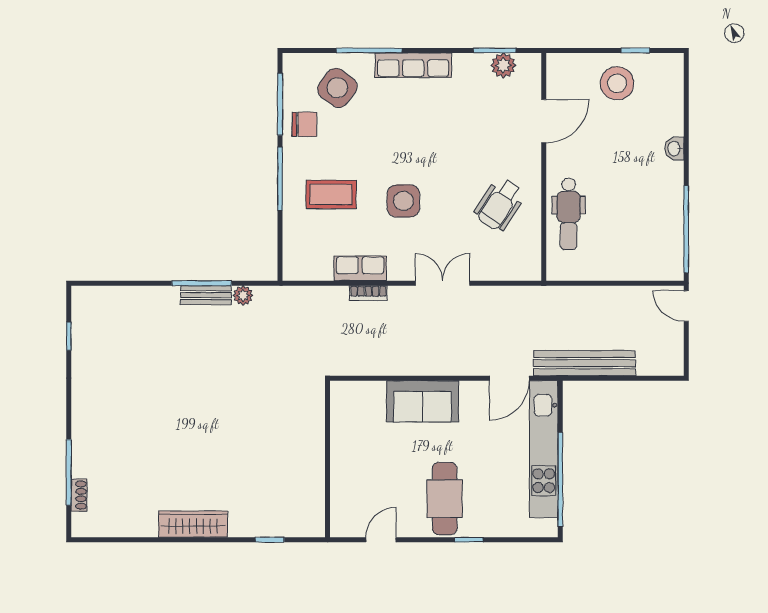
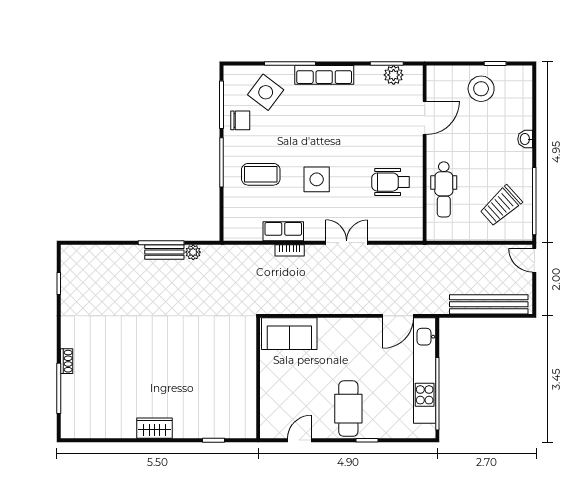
wheelchair: (500, 204) -> (391, 182), turned 57
trolley: (643, 235) -> (501, 206), added
bench: (584, 363) -> (489, 304), moved
sofa: (422, 401) -> (289, 334), moved
shoe rack: (79, 495) -> (67, 361), moved
wardrobe: (193, 524) -> (155, 428), width x0.67

